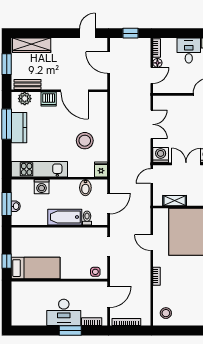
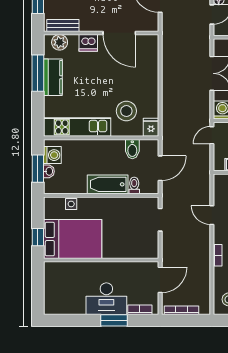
stool: (85, 141) -> (126, 111), moved
washing machine: (42, 187) -> (52, 155), moved, turned -90
bed: (36, 268) -> (73, 239), width x1.50
side table: (95, 272) -> (71, 204), moved

